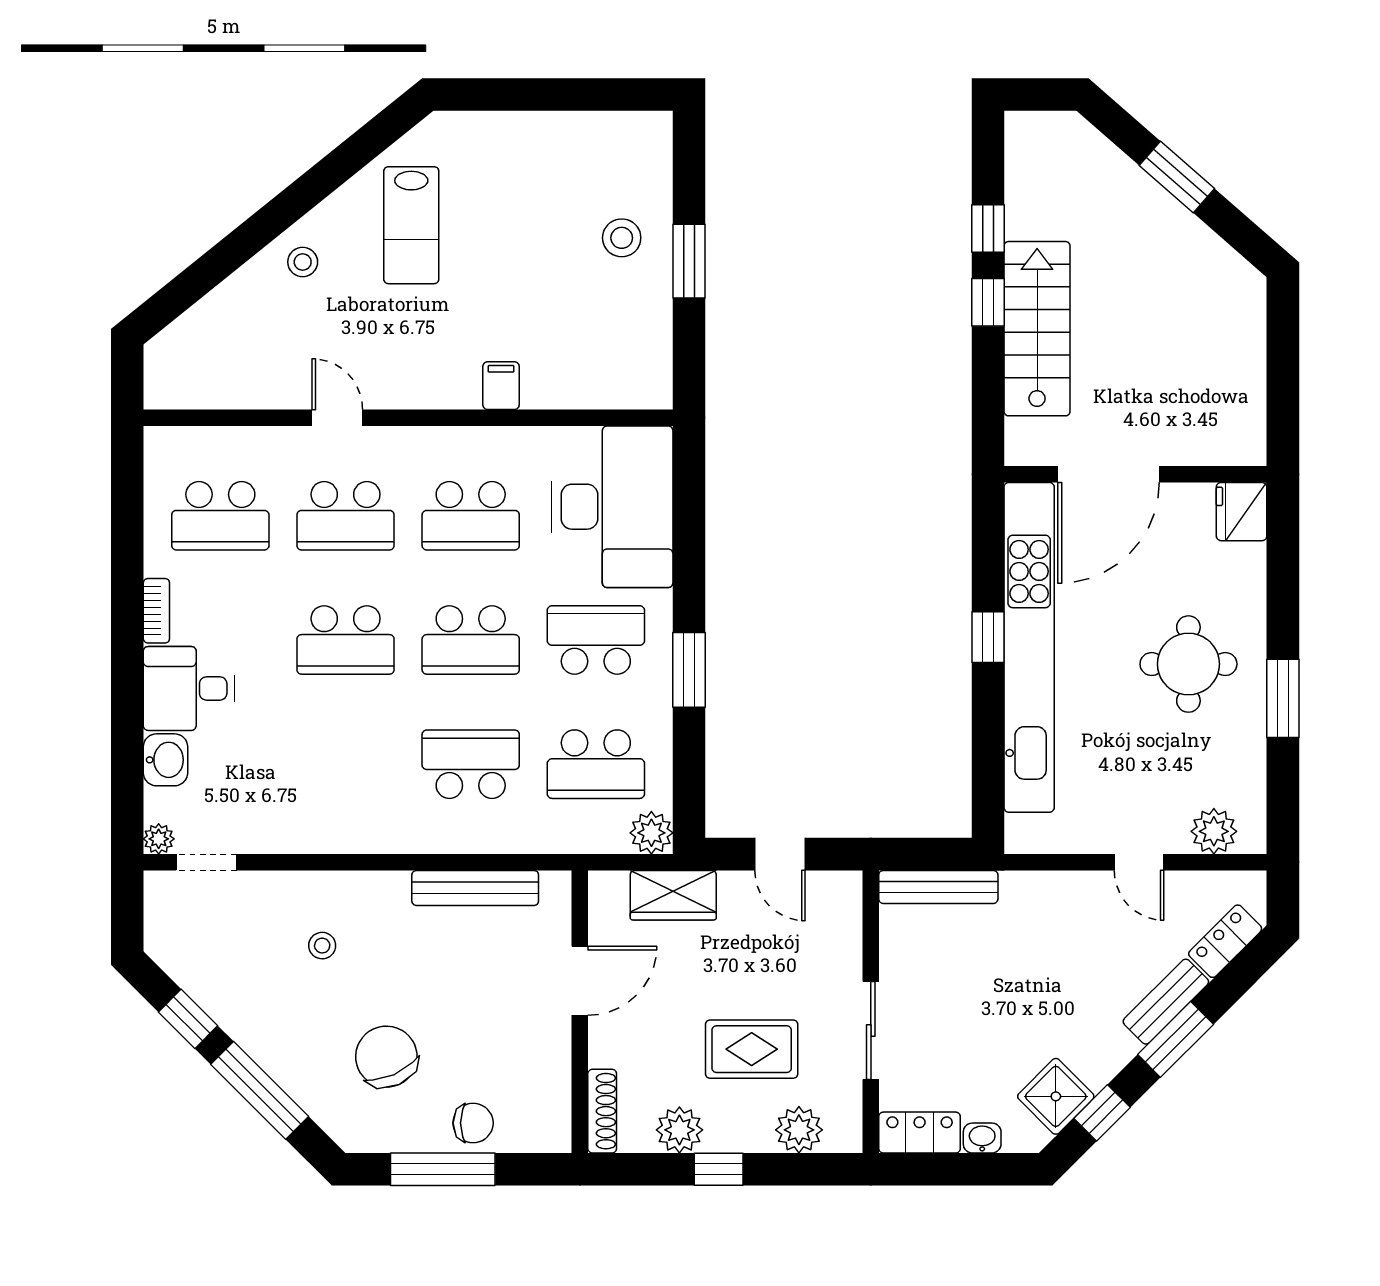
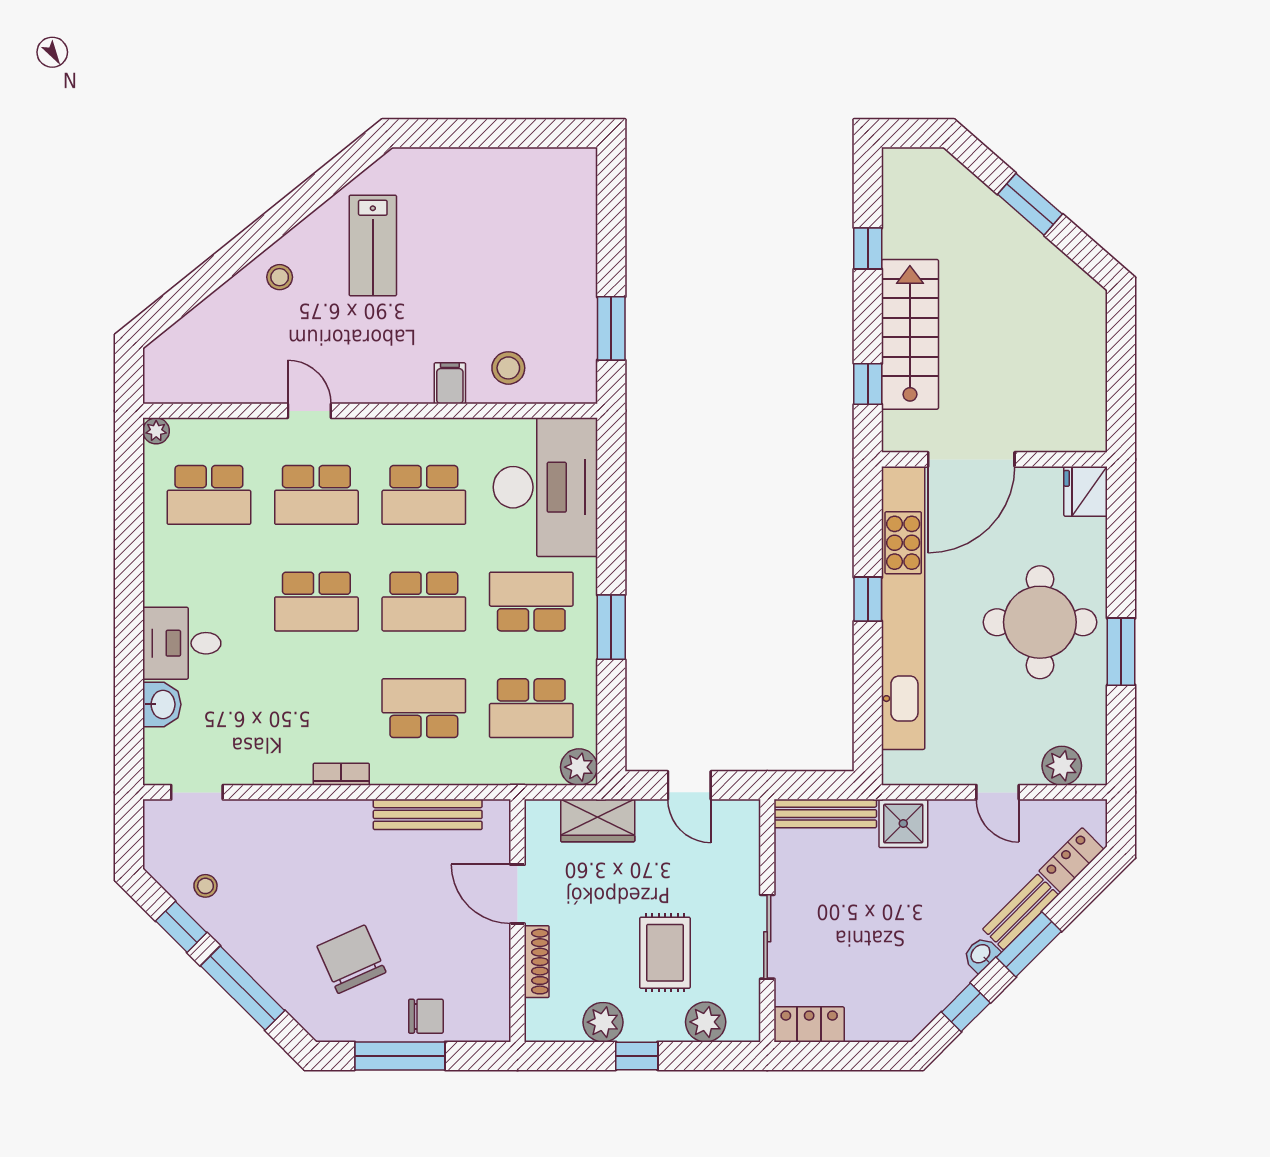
stool: (622, 238) -> (508, 368), moved
window: (689, 261) -> (611, 328), moved
window: (988, 302) -> (868, 384), moved
bookcase: (156, 611) -> (341, 774), moved, turned -90
round table: (1188, 664) -> (1040, 622), width x1.36, depth x1.36
plant: (159, 839) -> (156, 431), moved
stool: (322, 946) -> (205, 886), moved
door: (580, 981) -> (518, 894), swing flipped
rug: (752, 1049) -> (665, 953), turned 90
shower: (1056, 1096) -> (903, 823), moved, turned 45
shoe rack: (602, 1111) -> (537, 962), moved
washbasin: (982, 1138) -> (981, 954), moved, turned -45

